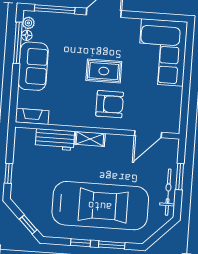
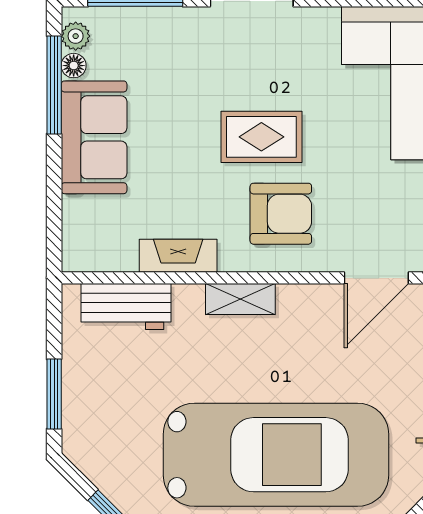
fireplace: (32, 116) -> (178, 256), moved
workbench: (55, 140) -> (126, 306), moved
window: (8, 173) -> (54, 394), width x1.50

